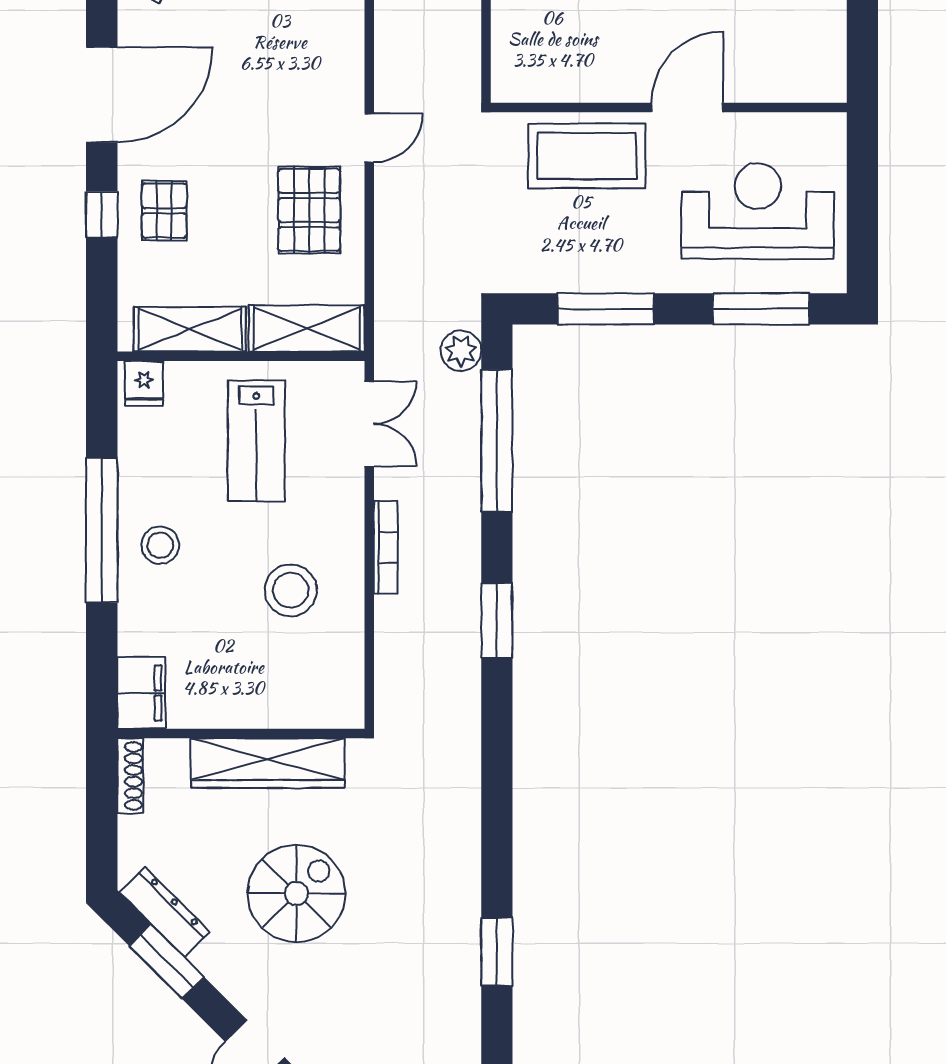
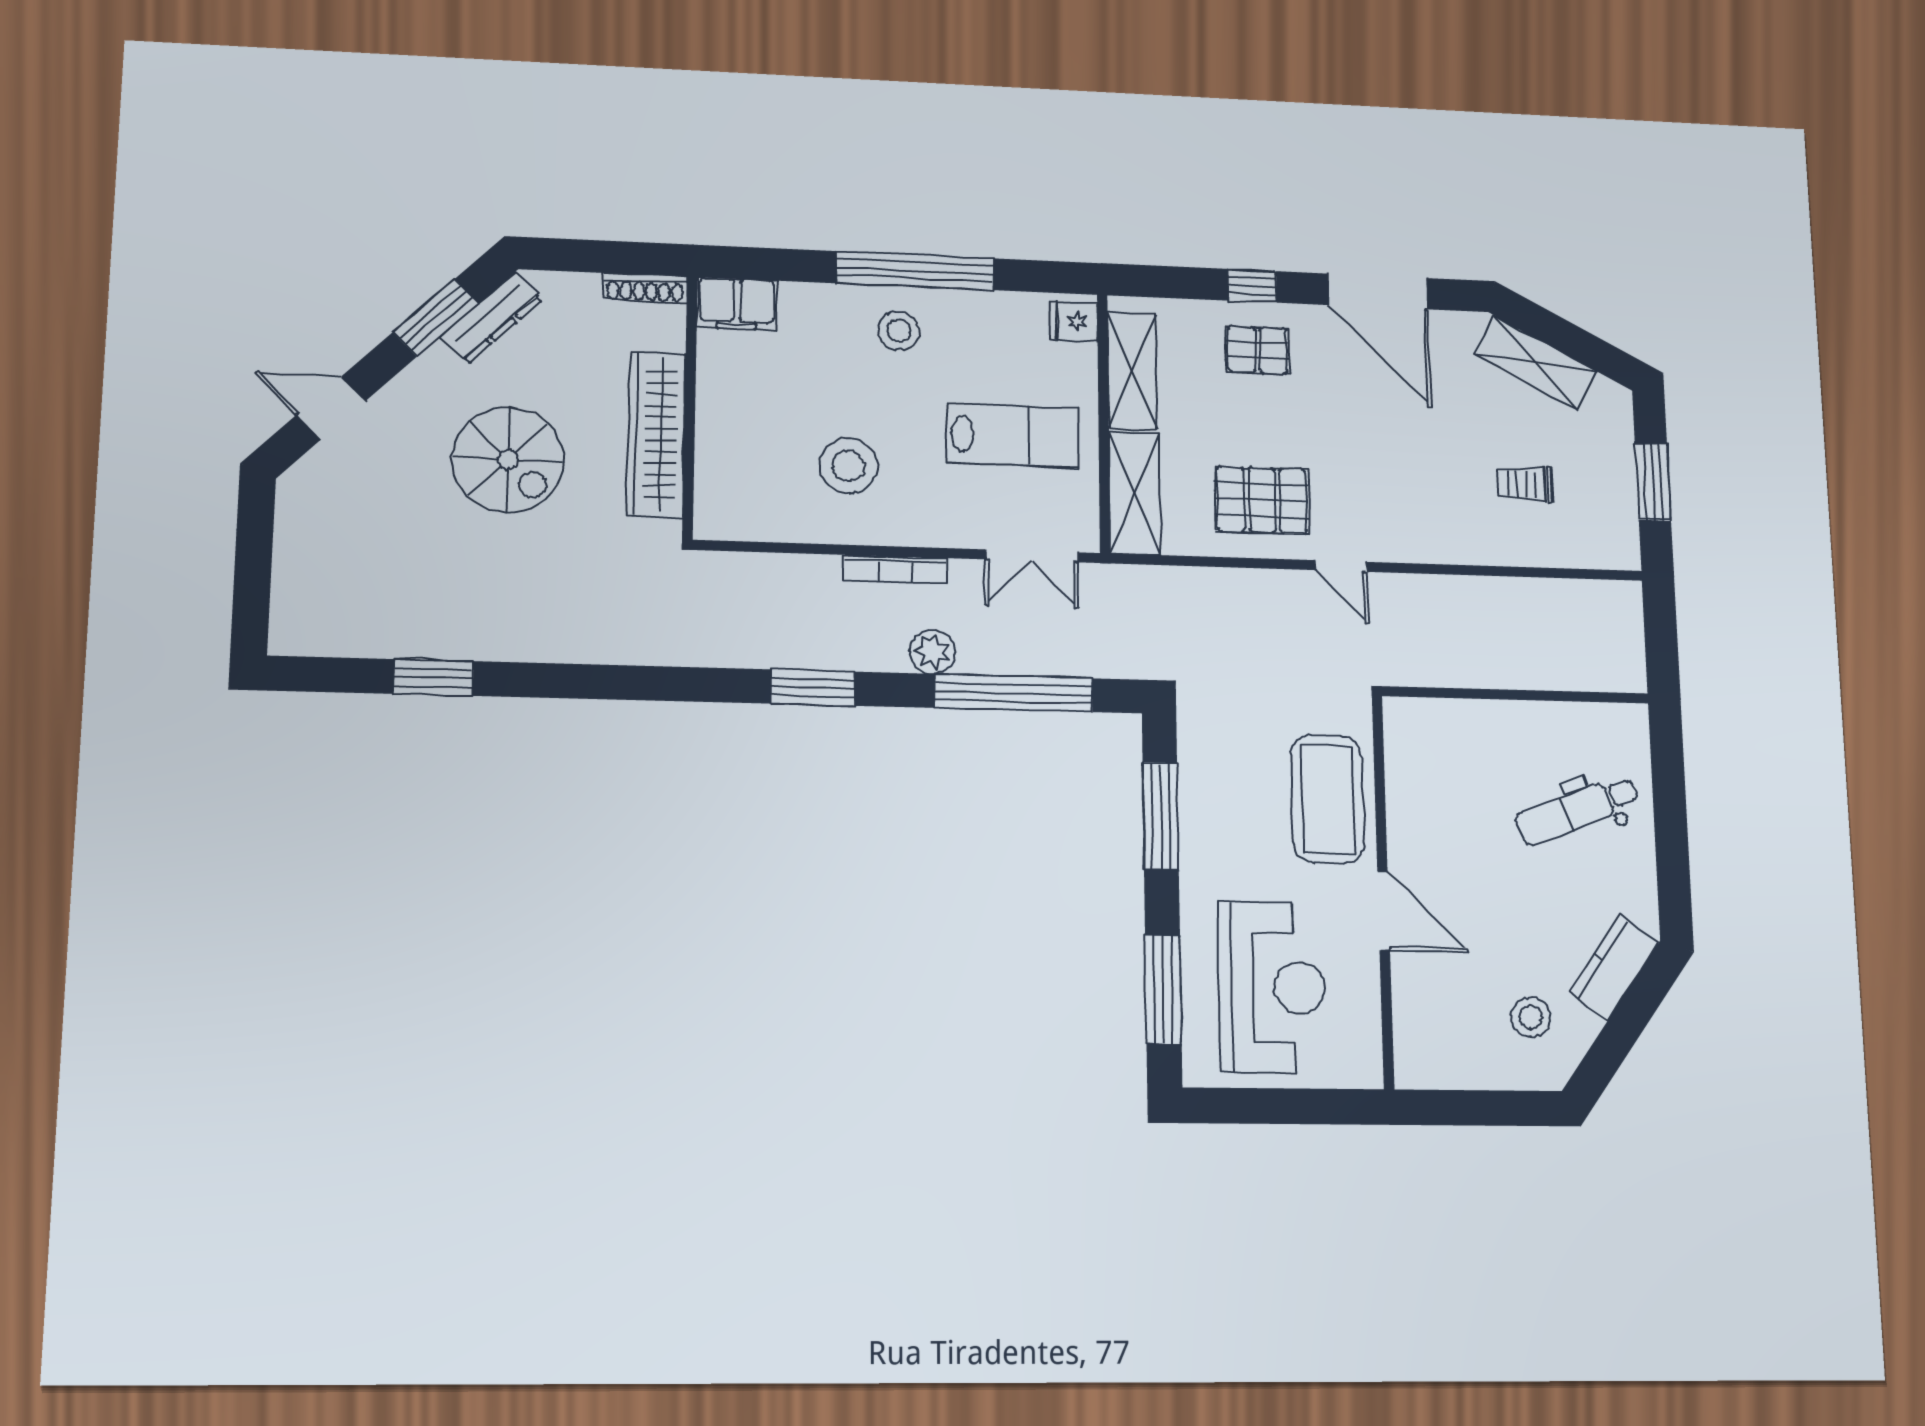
plant: (461, 351) -> (932, 652), moved
lab bench: (256, 441) -> (1012, 436), turned 180

